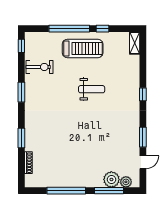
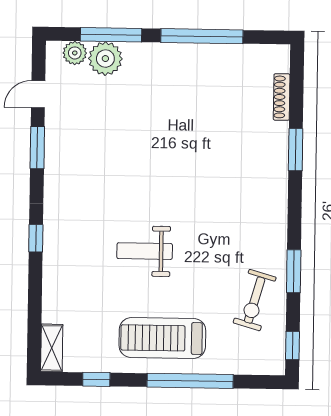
window: (103, 29) -> (96, 379), moved
exercise bike: (40, 67) -> (255, 300), turned -74
window: (21, 92) -> (294, 271), moved

